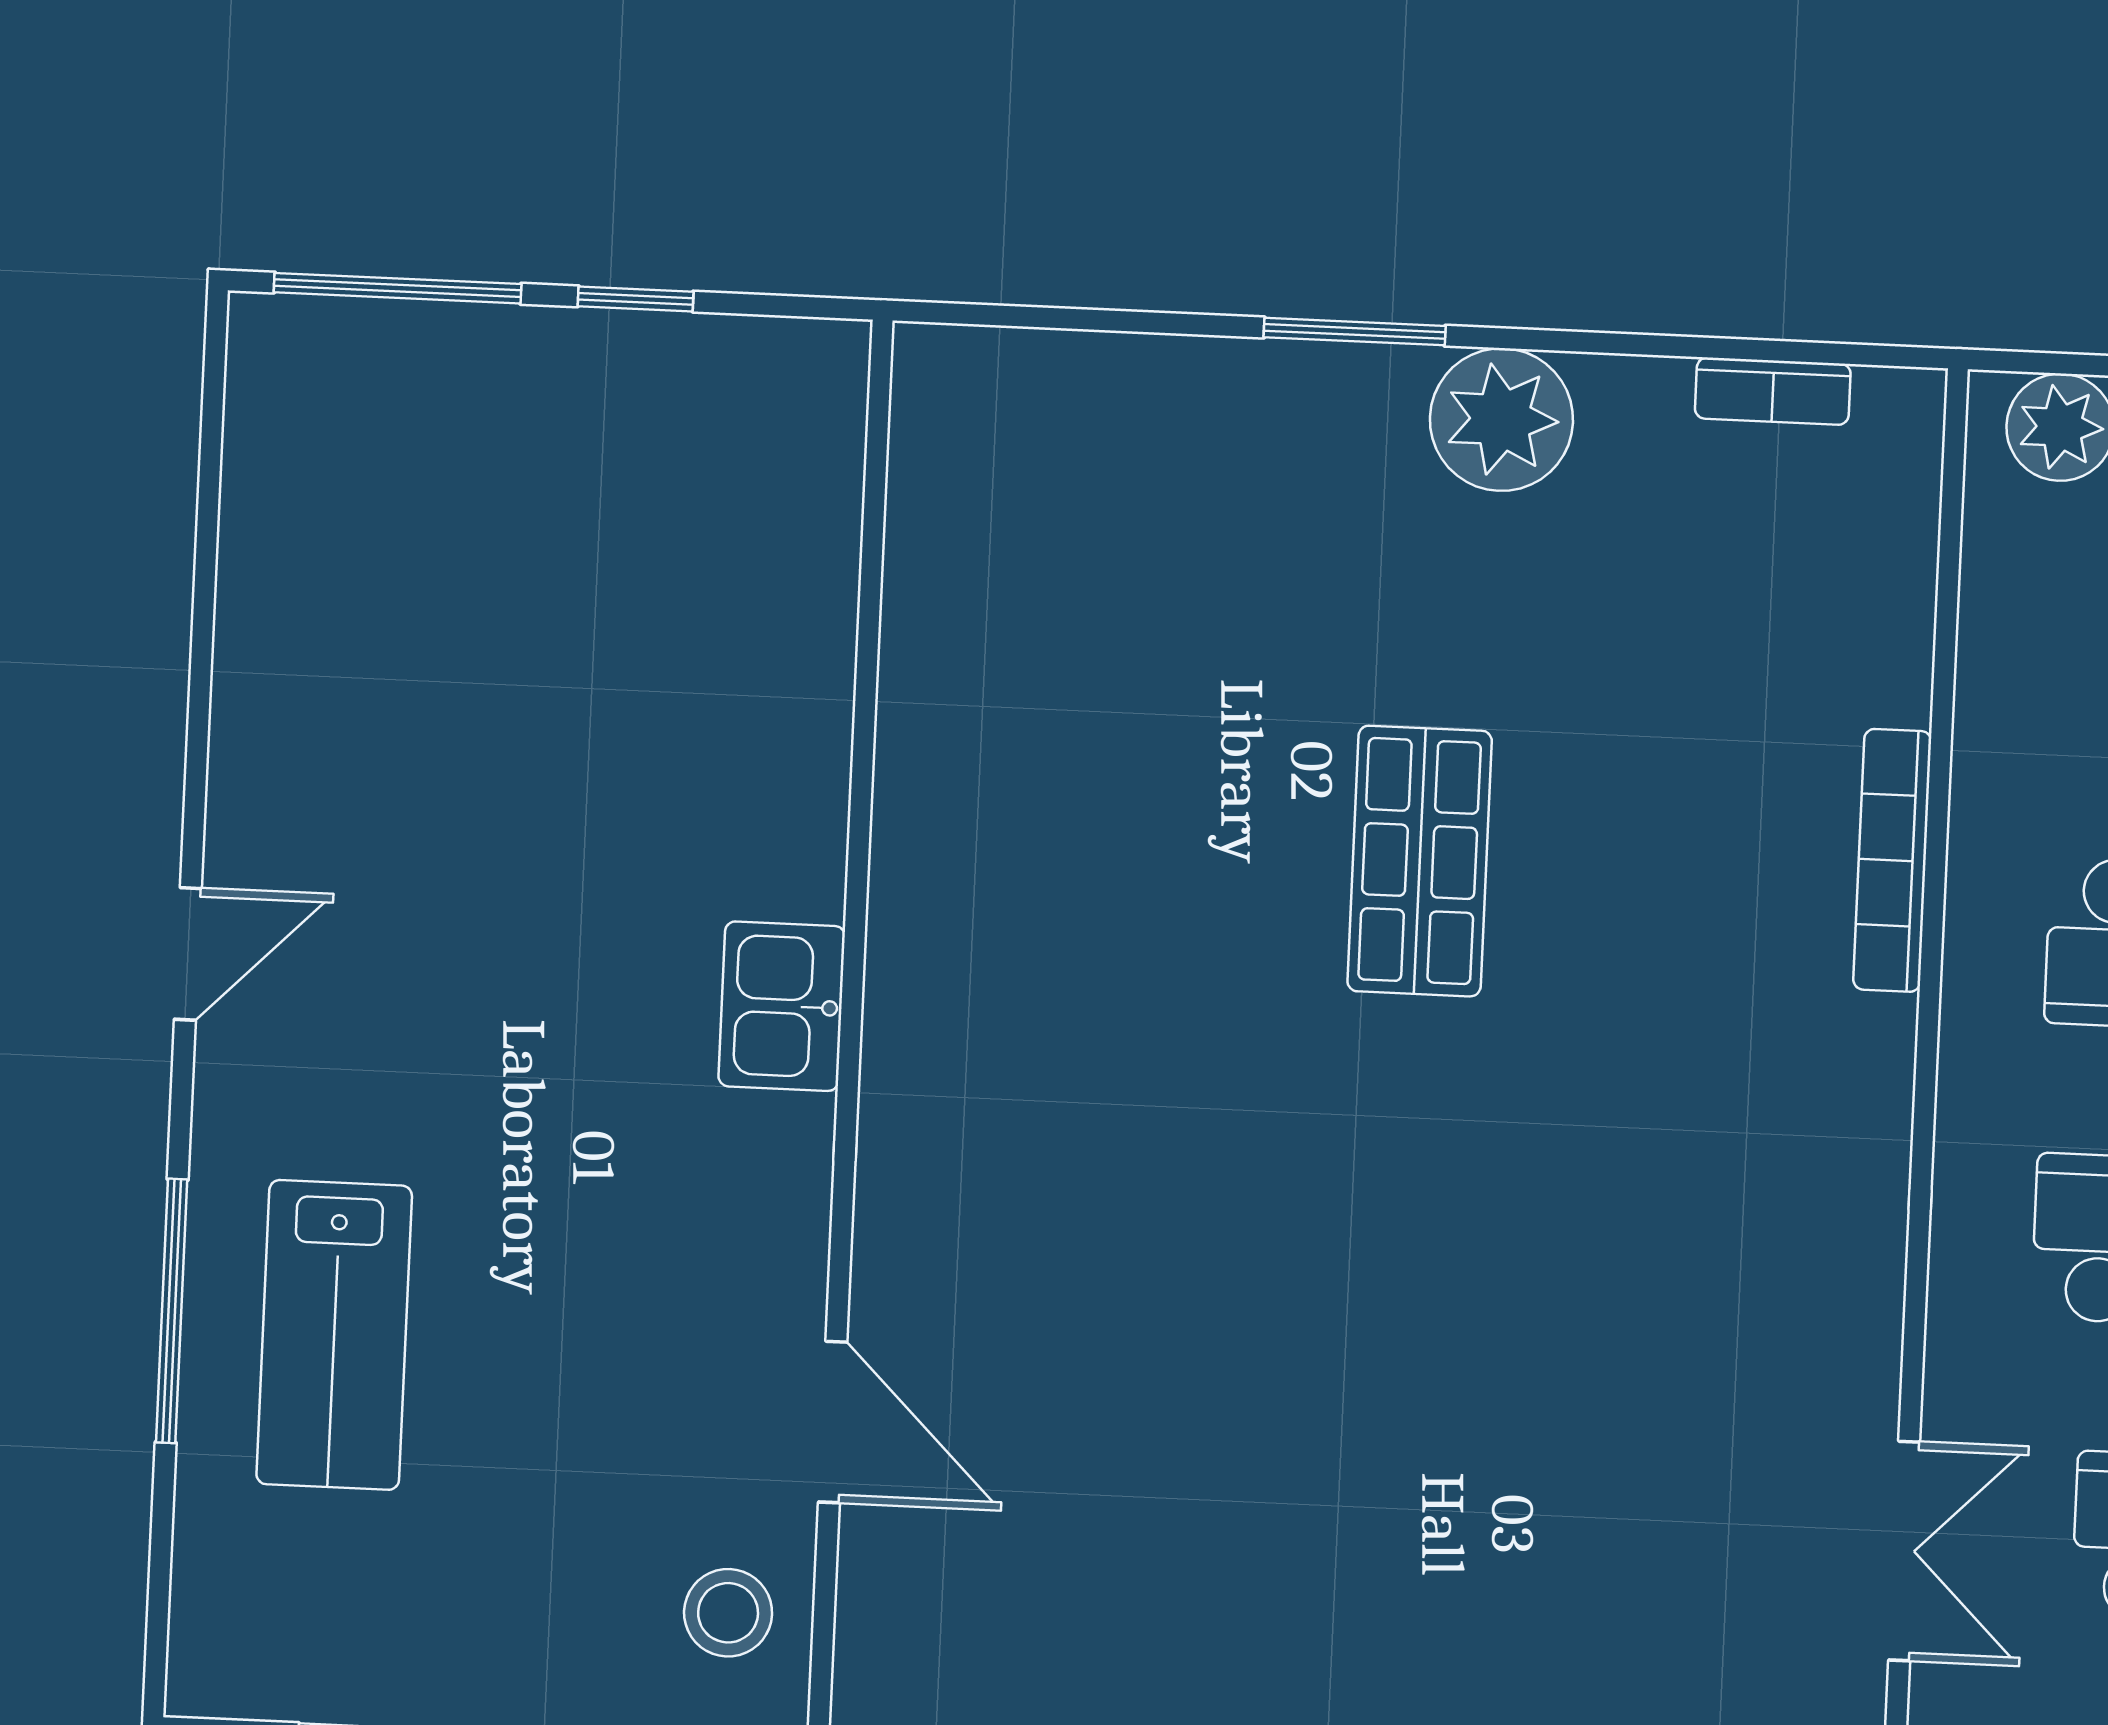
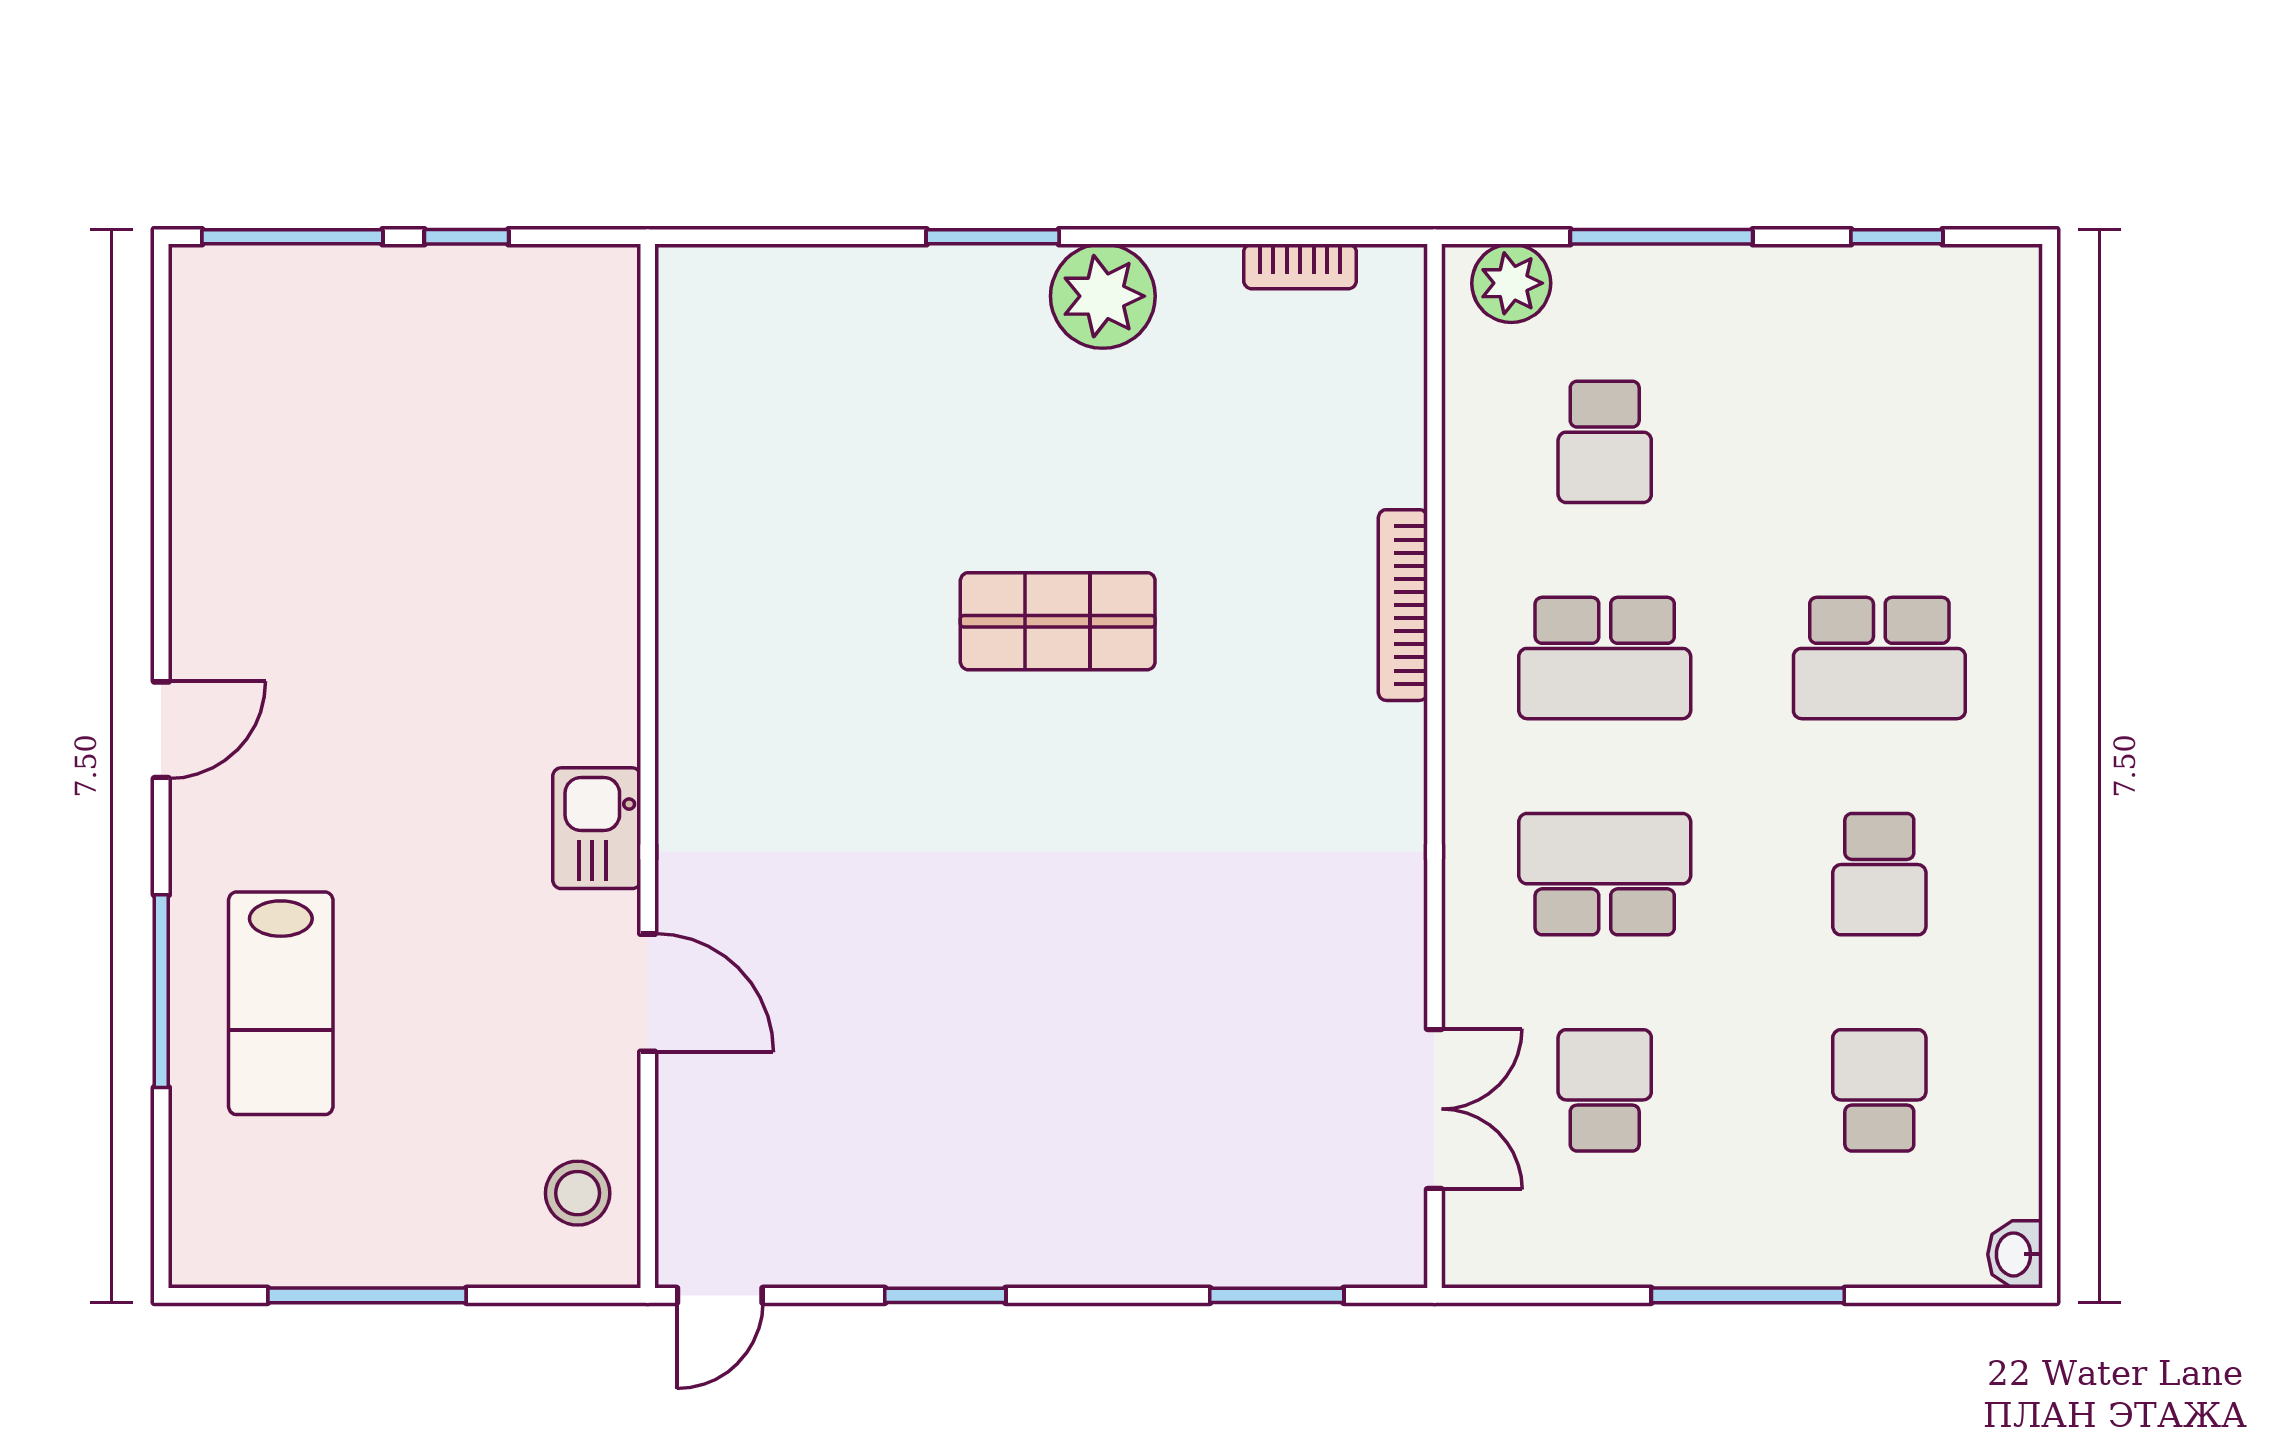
shop shelf: (1420, 861) -> (1058, 621), turned 90
kitchen sink: (782, 1006) -> (597, 828), moved
door: (833, 1422) -> (648, 993), moved

